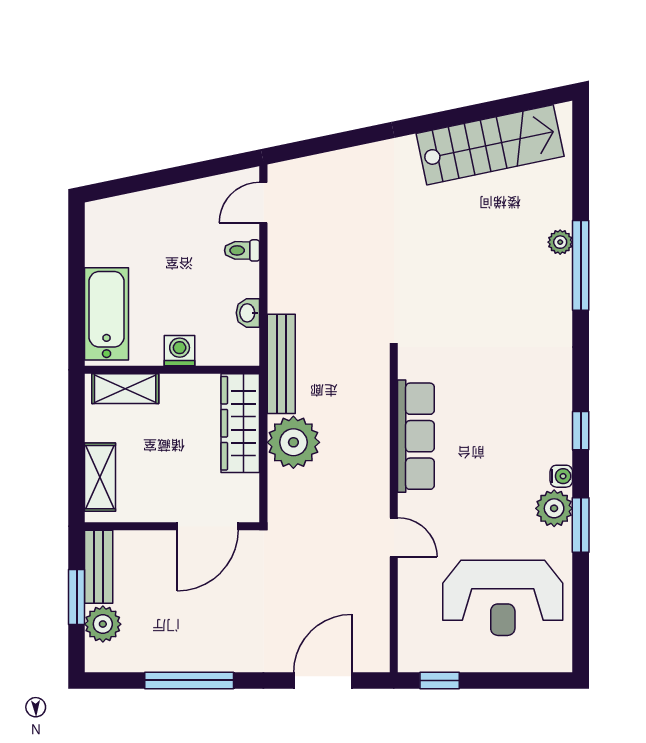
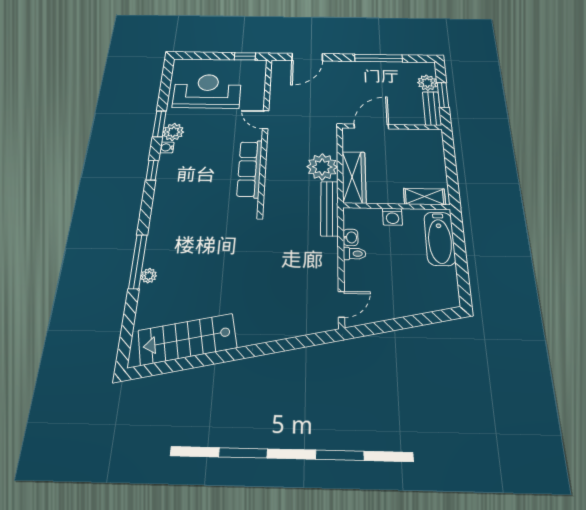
toilet: (242, 250) -> (355, 254), moved
shelving: (100, 477) -> (435, 151), removed

